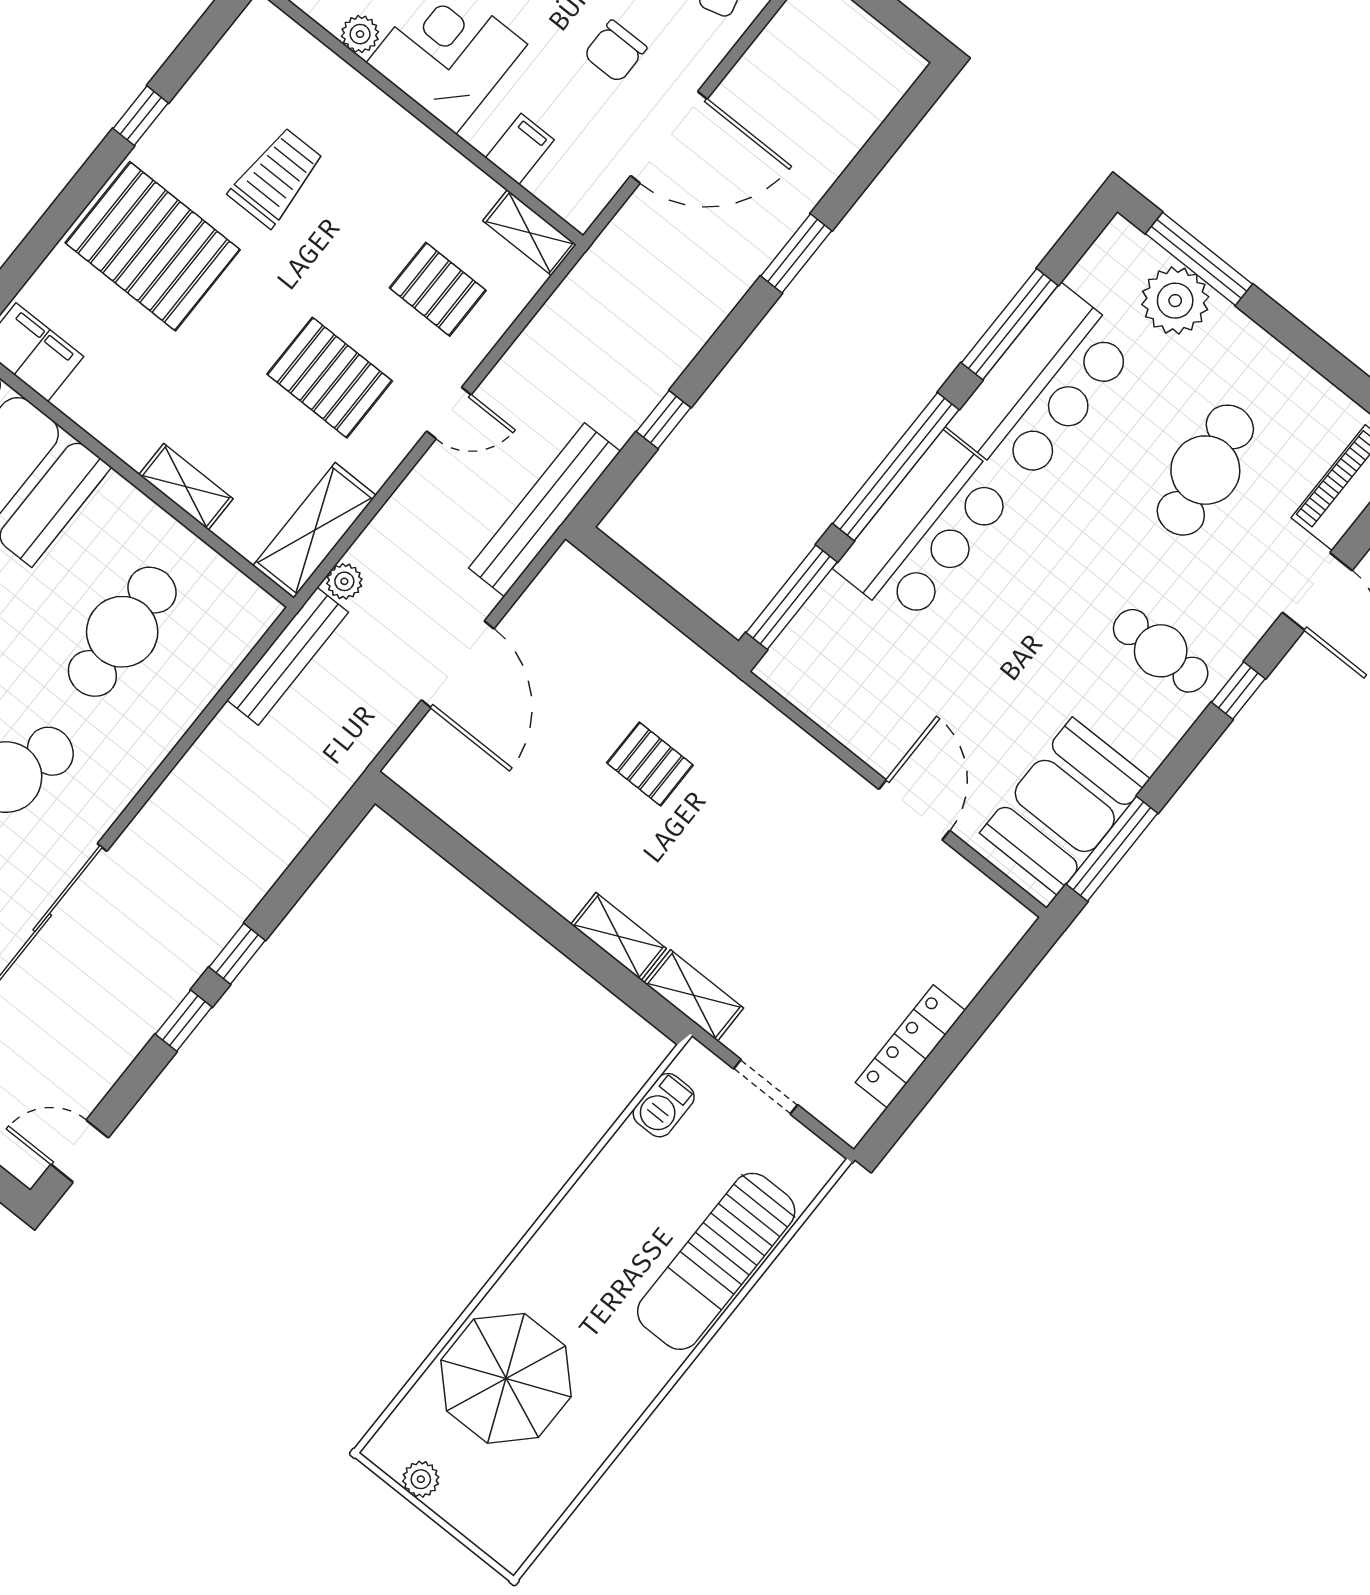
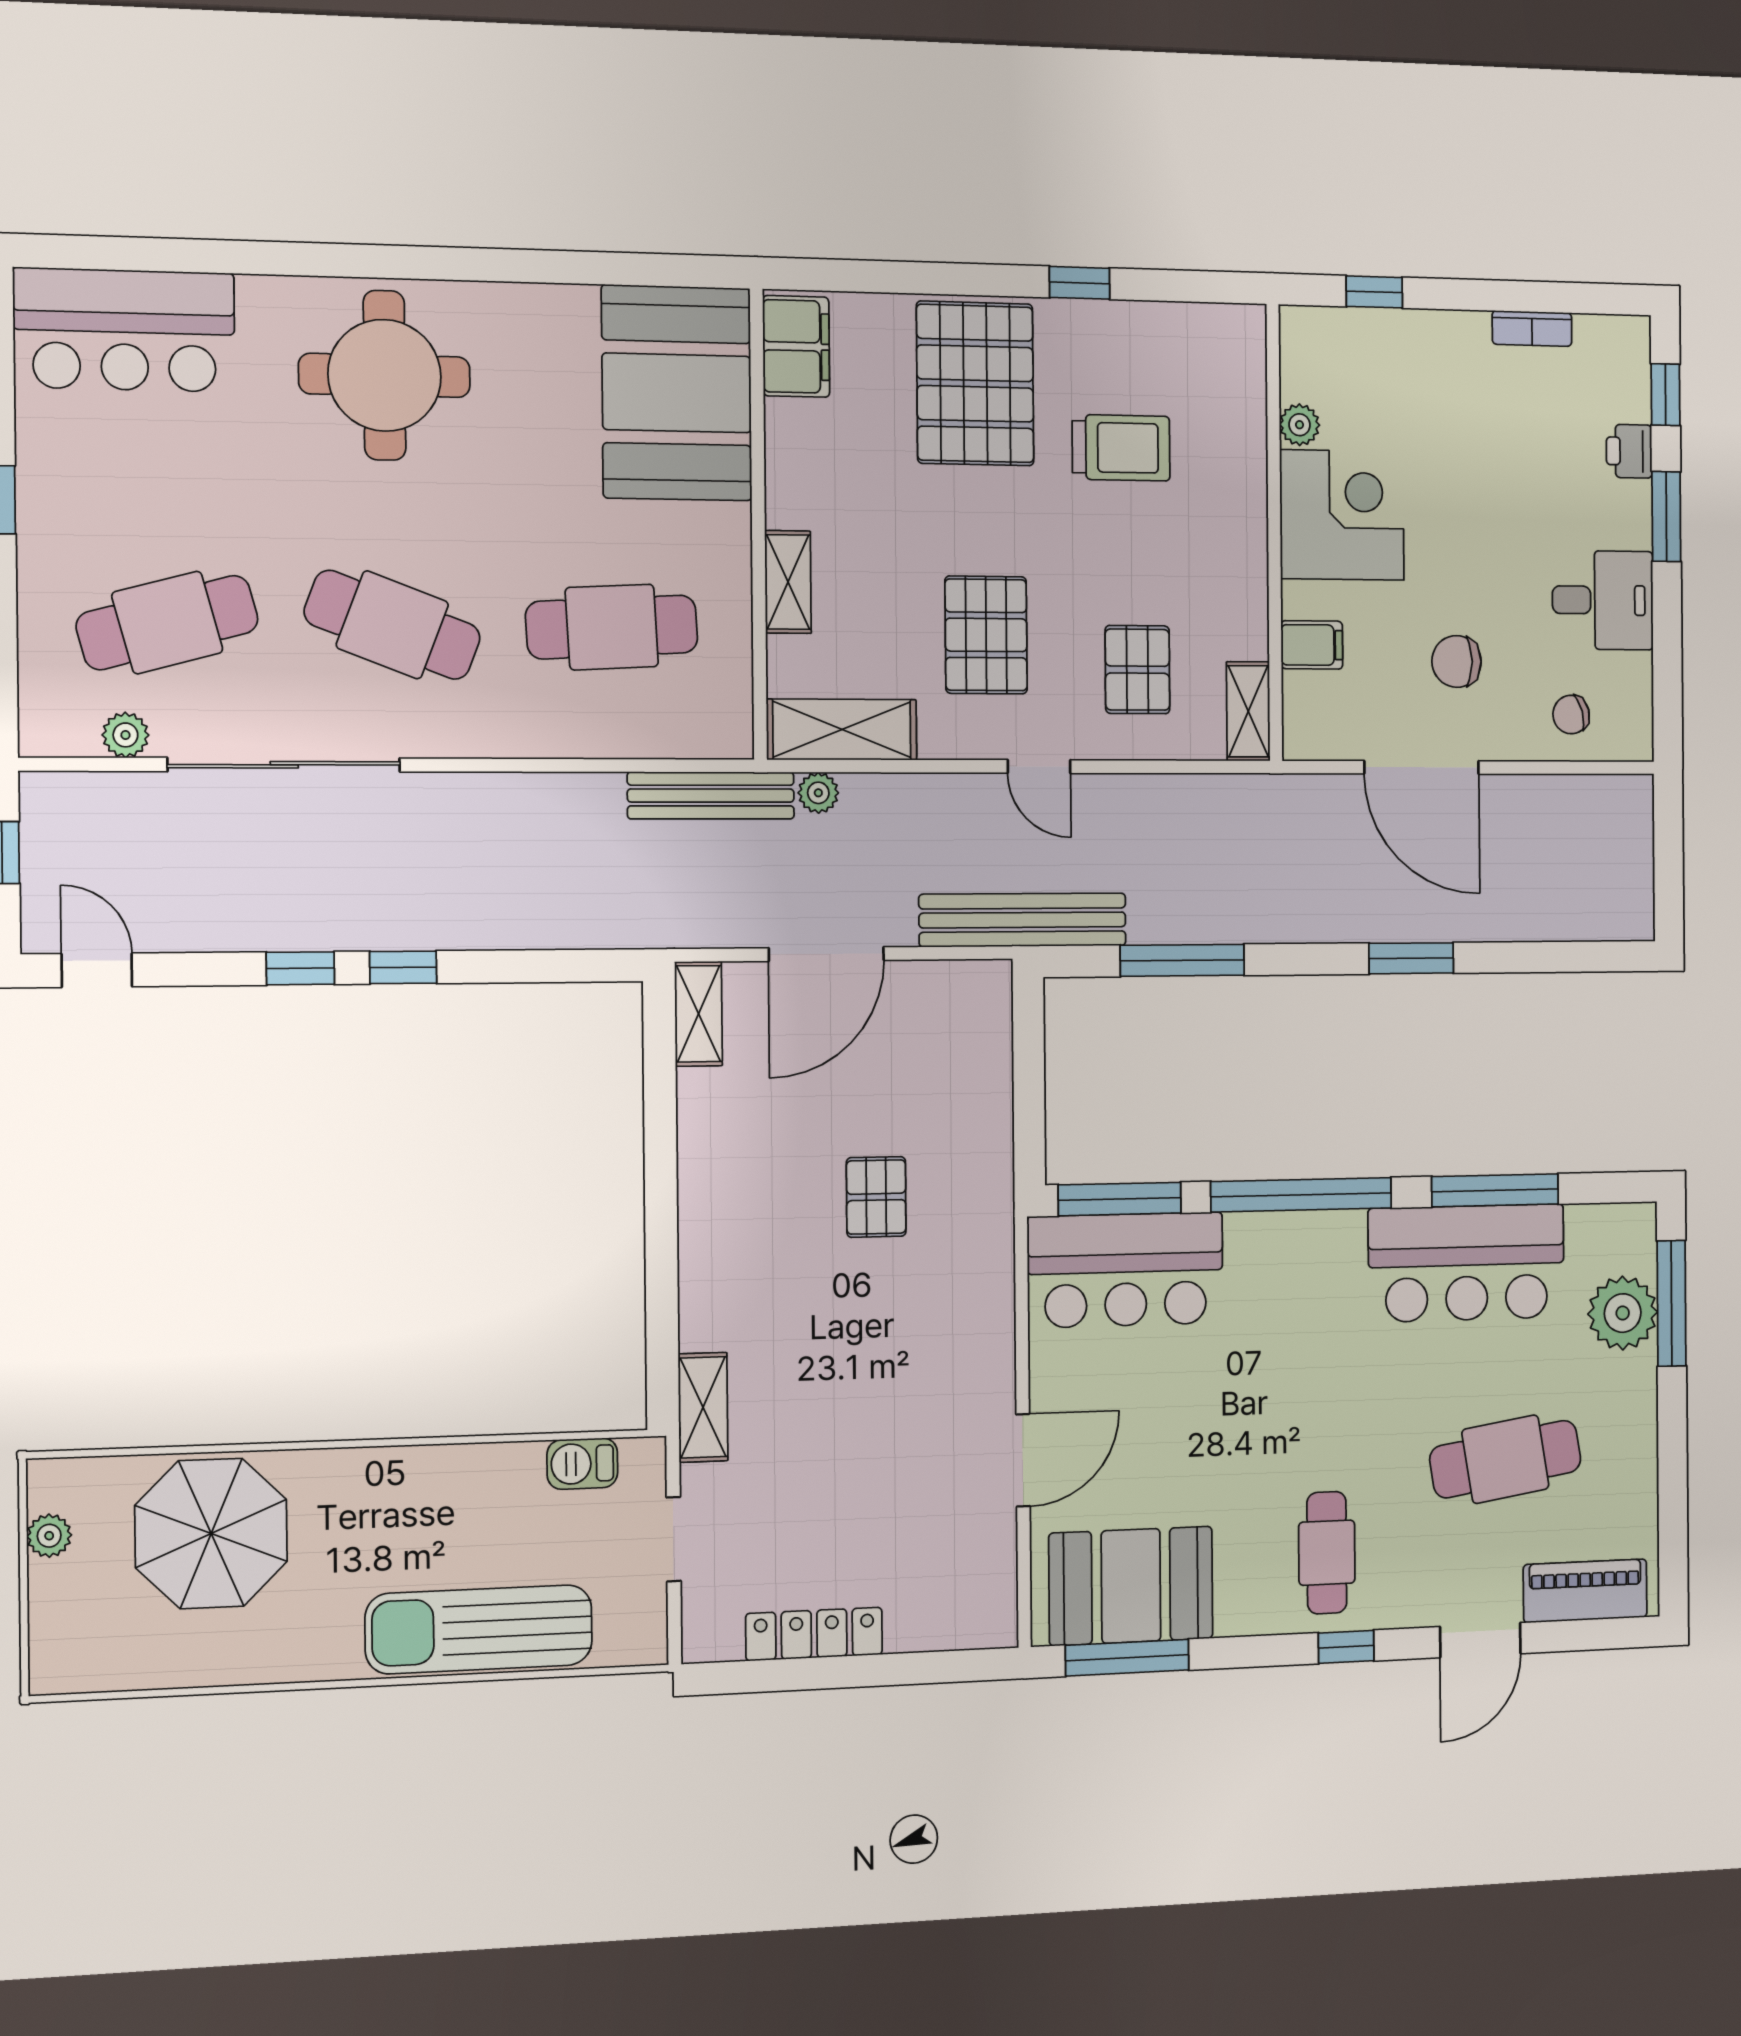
window: (664, 420) -> (1182, 960), width x2.17
bar counter: (926, 530) -> (1126, 1270), moved
shelving: (619, 936) -> (698, 1014), moved

